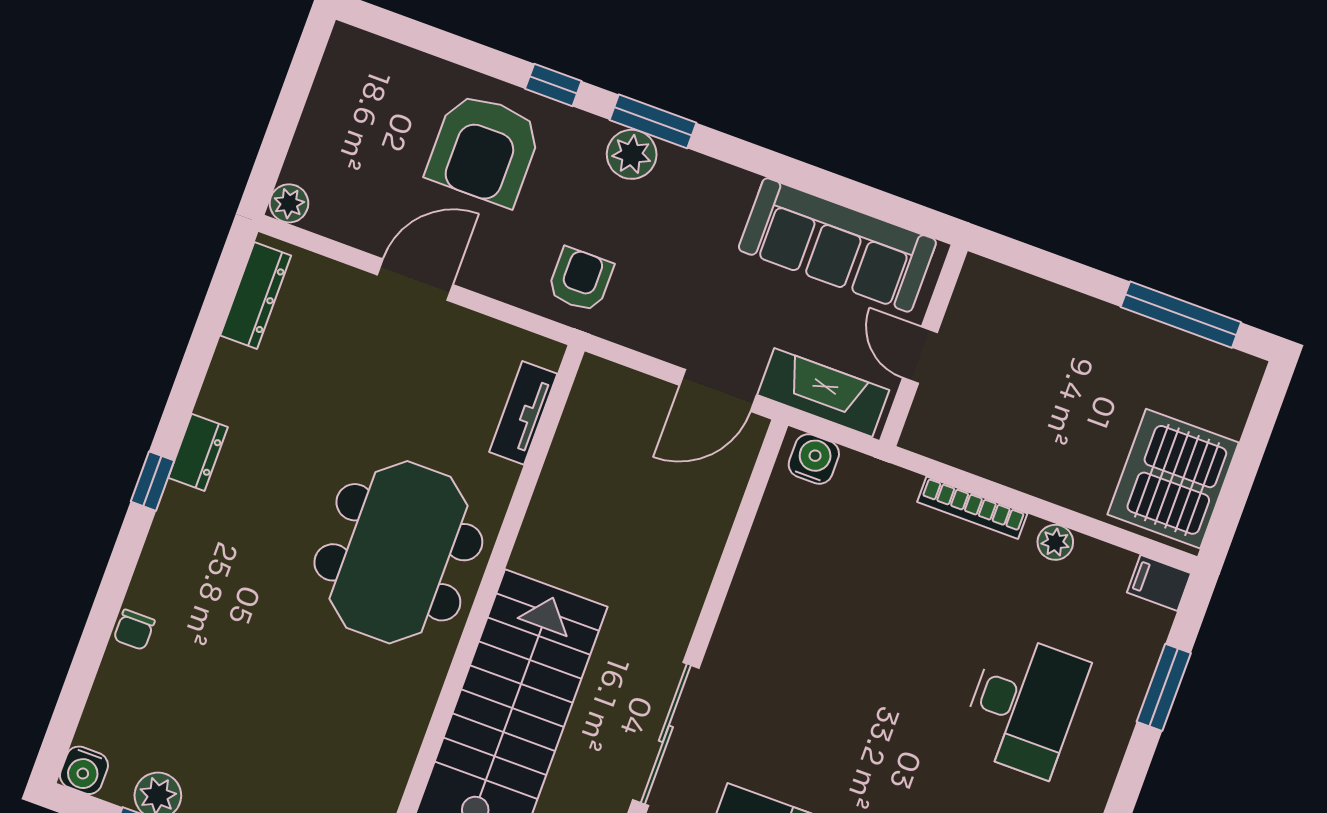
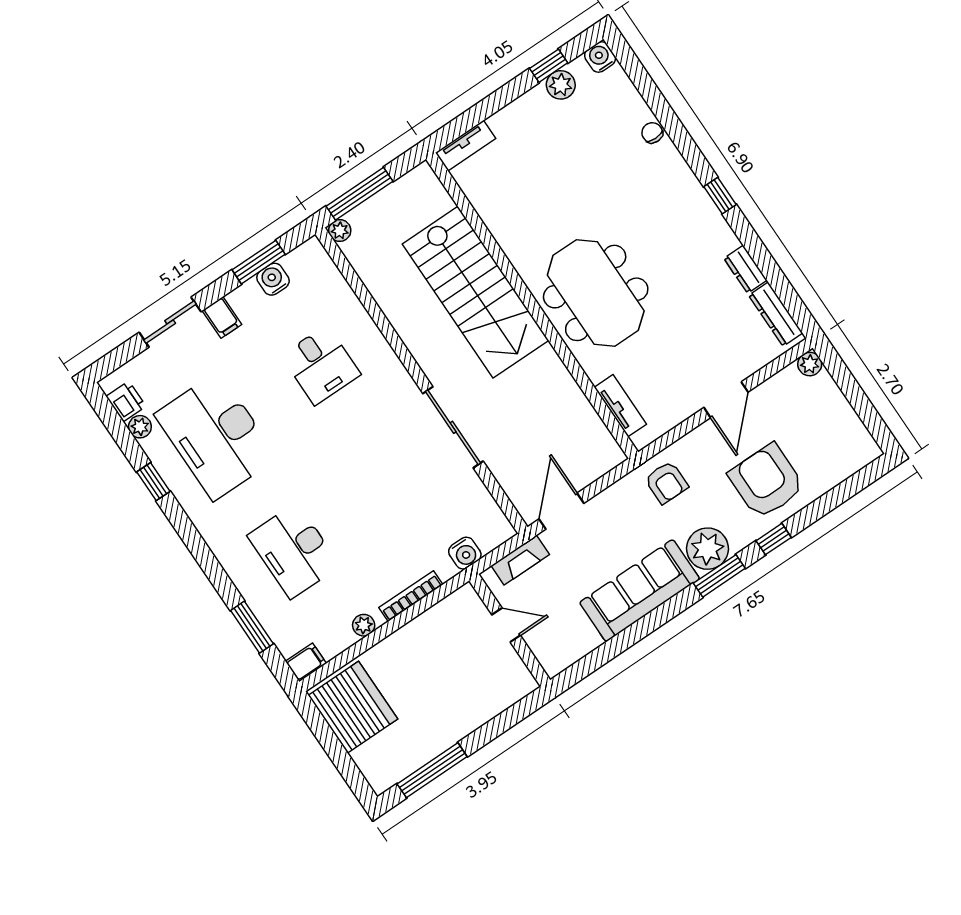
plant: (632, 154) -> (708, 549), width x1.36, depth x1.36
sofa: (837, 245) -> (640, 591), moved
fireplace: (823, 393) -> (520, 560), width x0.73, depth x0.76
dresser: (198, 452) -> (745, 269), moved
water cooler: (814, 459) -> (465, 553), moved
sliding door: (666, 734) -> (453, 427), moved

